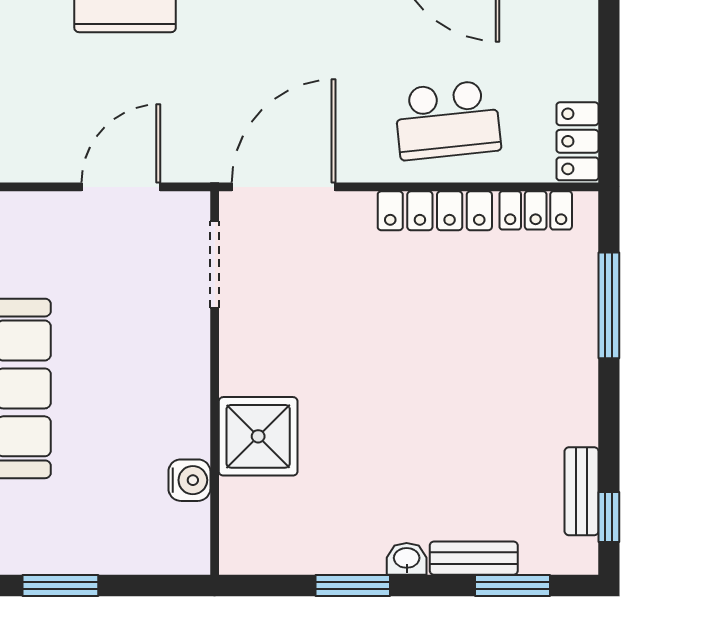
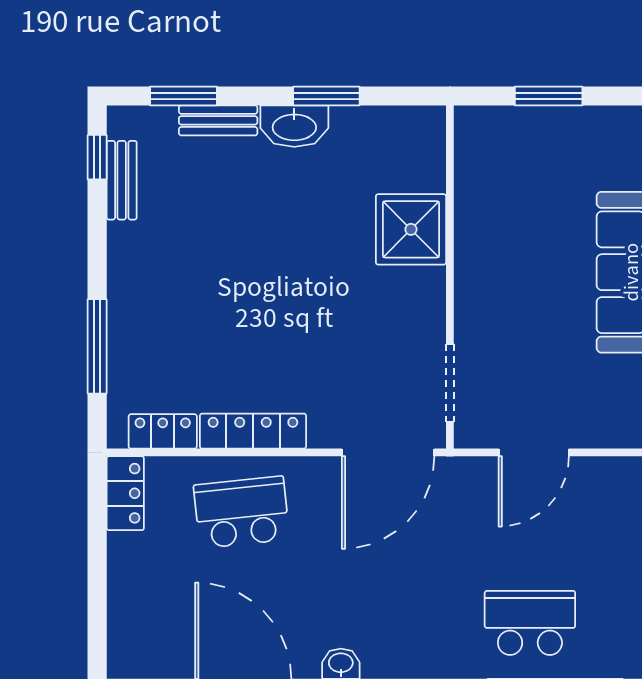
water cooler: (189, 480) -> (472, 190), removed
washbasin: (407, 559) -> (294, 126), width x1.91, depth x1.45
window: (60, 585) -> (549, 96), moved

